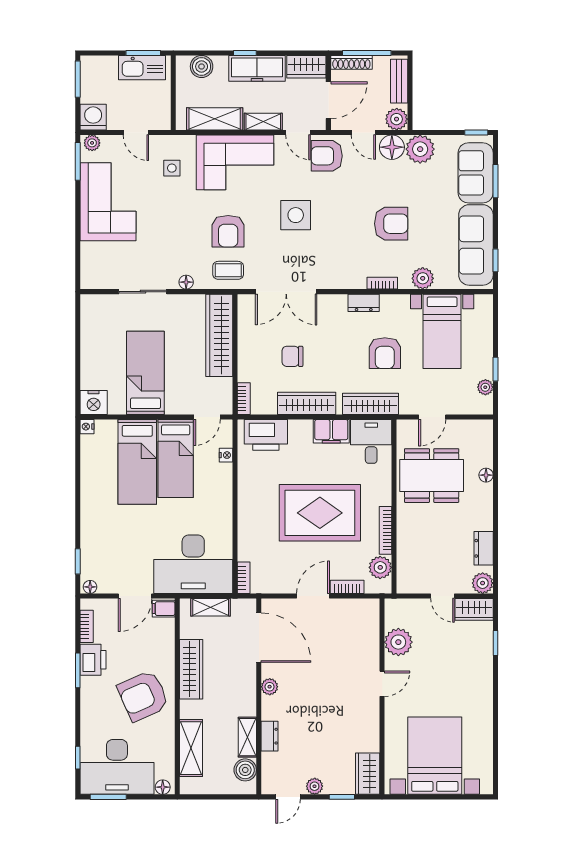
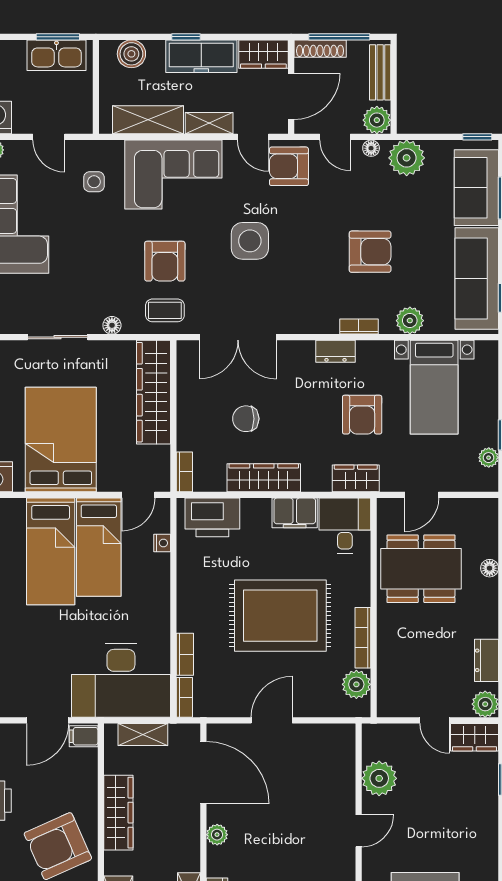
floor lamp: (392, 147) -> (371, 148), width x0.53, depth x0.53
bed: (145, 373) -> (61, 440), width x1.50
wardrobe: (371, 404) -> (356, 478), width x0.67
bookcase: (347, 587) -> (185, 654), moved, turned 90

